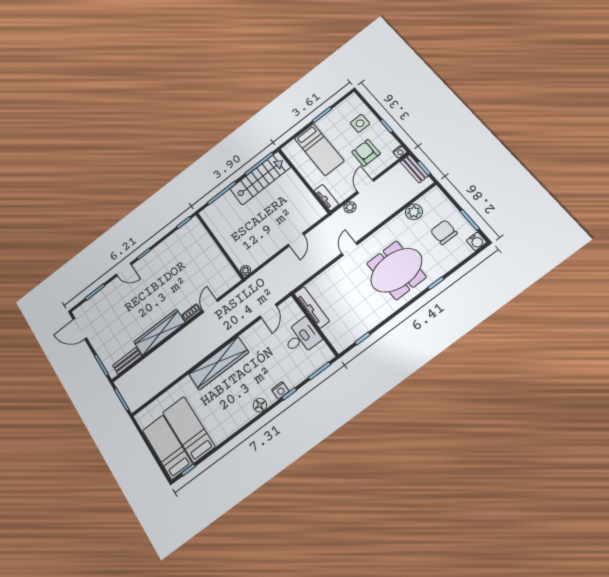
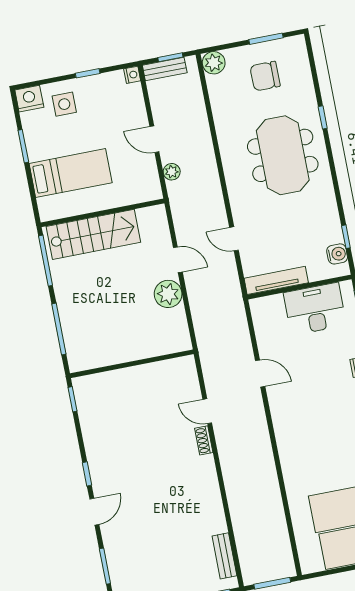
nightstand: (353, 102) -> (29, 99), added
armchair: (366, 153) -> (110, 117), removed
stairs: (260, 178) -> (93, 234), moved, turned 90
tv unit: (326, 198) -> (142, 195), removed
plant: (414, 212) -> (214, 63), moved
water cooler: (477, 241) -> (337, 254), moved
door: (350, 249) -> (234, 239), moved
plant: (246, 270) -> (168, 294), moved, width x1.87, depth x1.87
door: (268, 311) -> (260, 373), moved
wardrobe: (160, 332) -> (208, 495), removed
desk: (302, 337) -> (315, 309), width x1.37
wardrobe: (219, 363) -> (288, 432), removed

